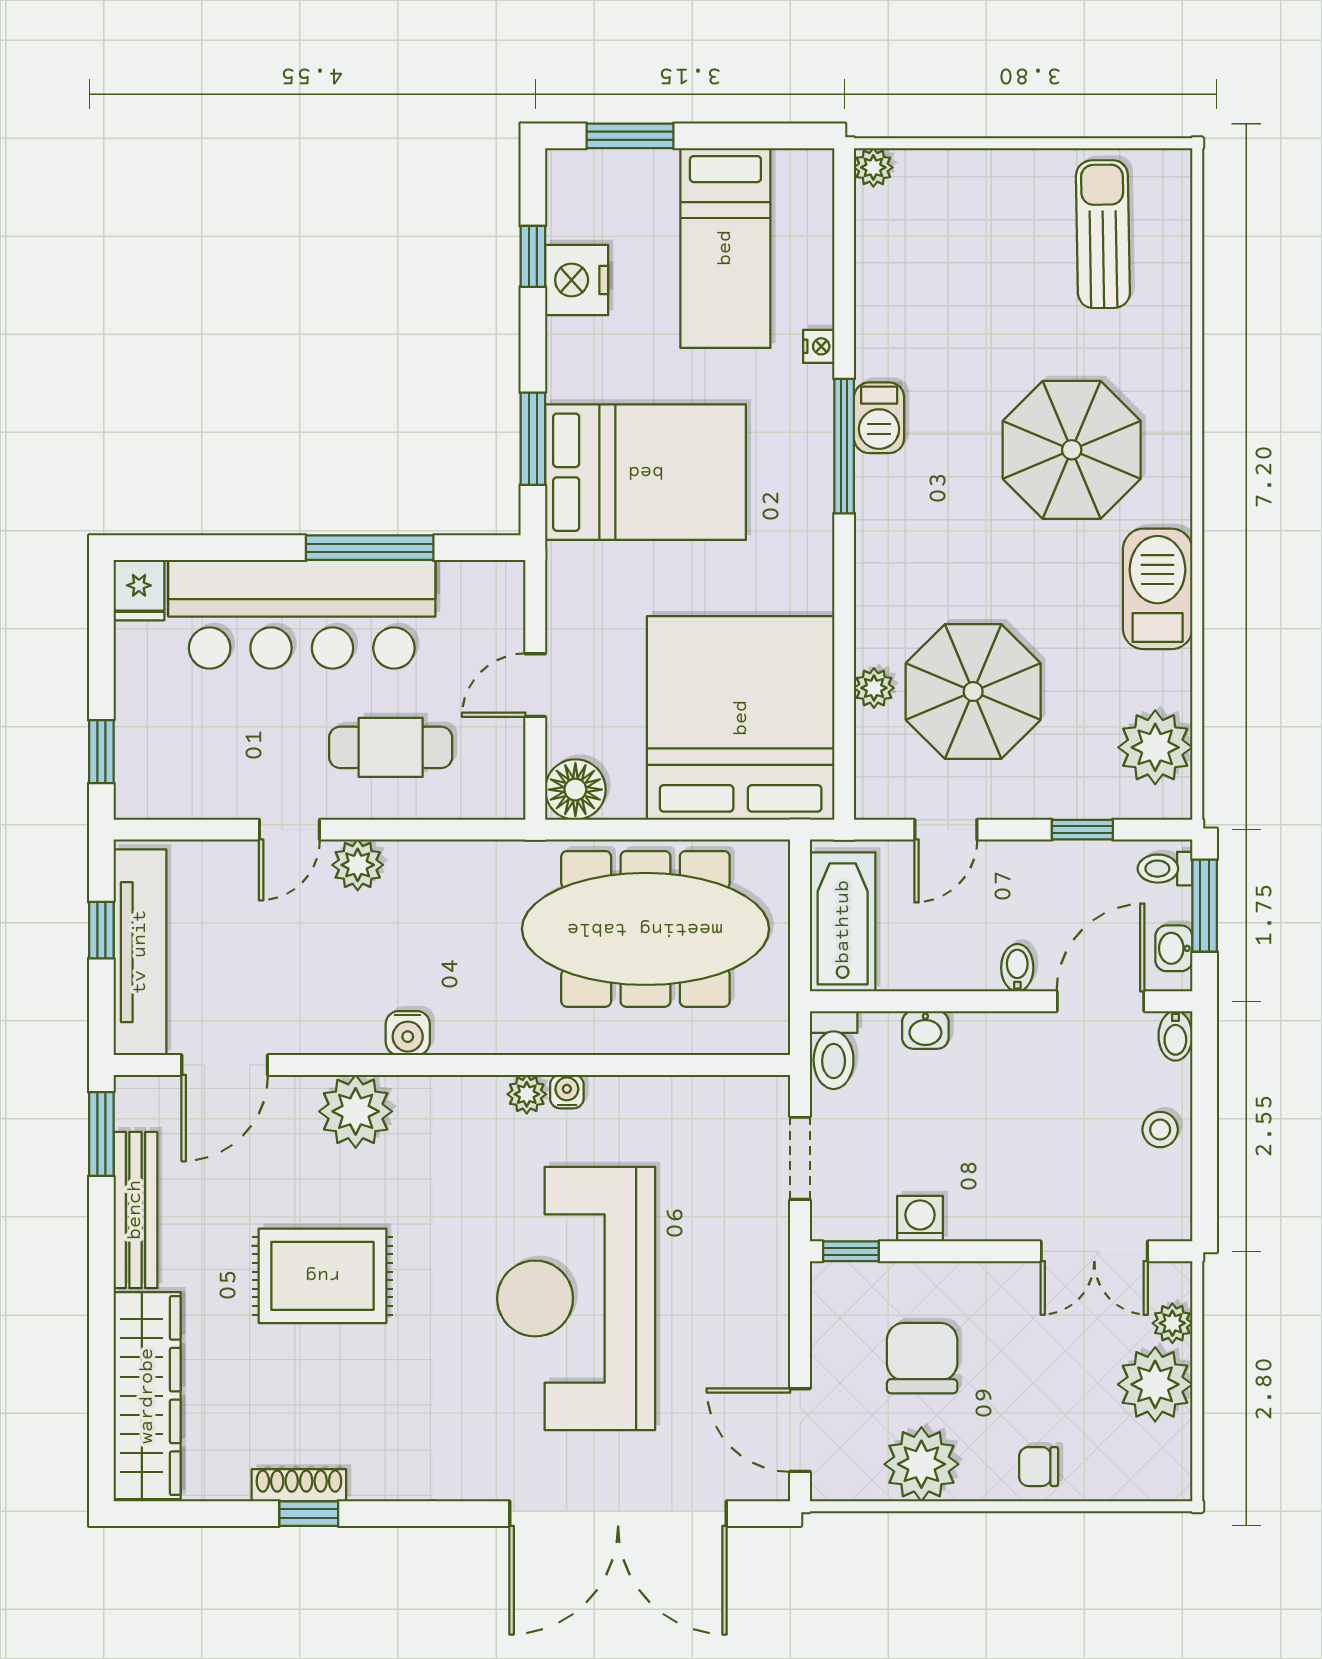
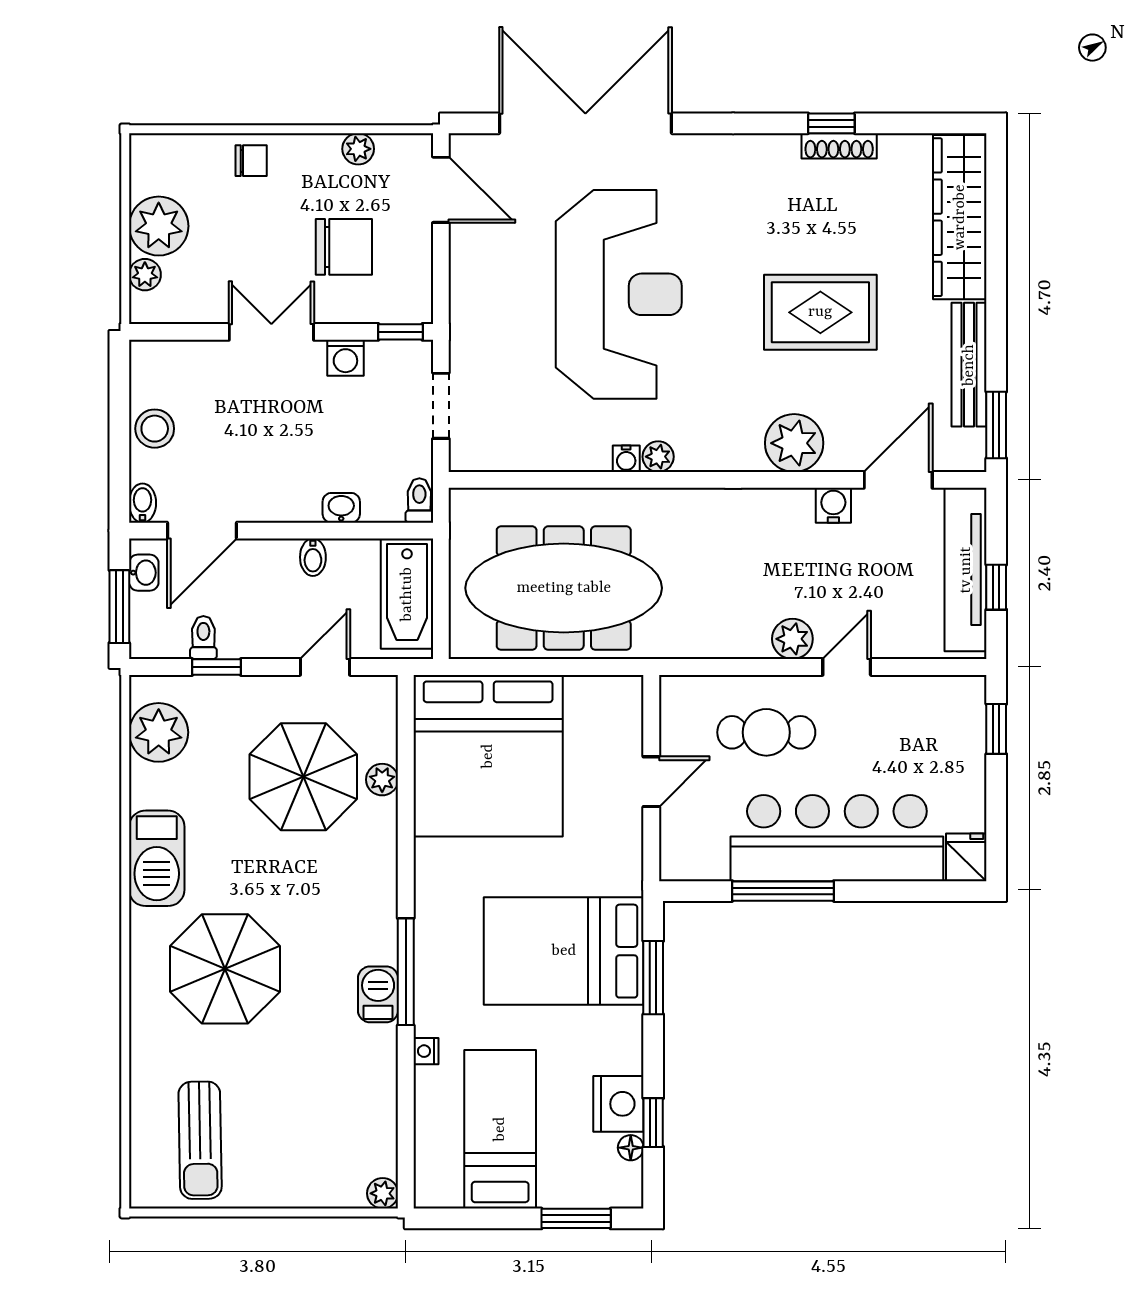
floor lamp: (575, 790) -> (631, 1148), moved, width x0.53, depth x0.53
toilet: (1165, 869) -> (203, 638), moved, turned -90
bidet: (1017, 968) -> (313, 557), moved
water cooler: (408, 1033) -> (833, 505), moved
toilet: (834, 1050) -> (419, 500), width x0.73, depth x0.72
stool: (1160, 1130) -> (155, 429), width x1.37, depth x1.37
double door: (1094, 1251) -> (271, 332), moved
chair: (922, 1358) -> (344, 247), turned -90
plant: (921, 1464) -> (358, 149), width x0.53, depth x0.53

